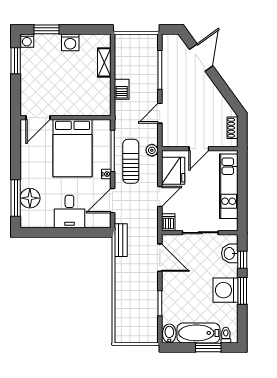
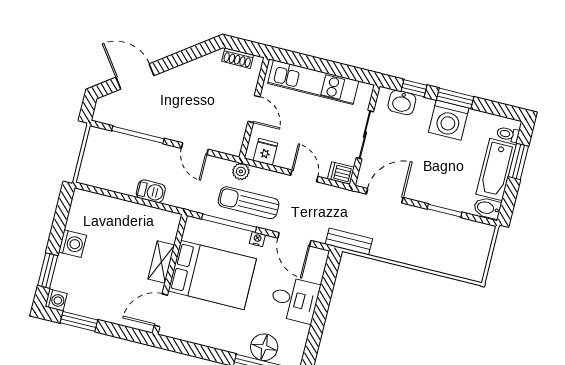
shelving: (104, 62) -> (161, 262), moved, turned 90
door: (38, 118) -> (161, 310), swing flipped
fridge: (173, 171) -> (265, 152), width x0.53, depth x0.75

